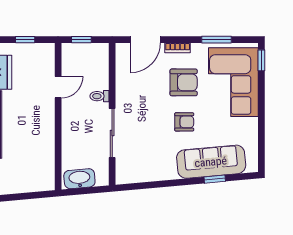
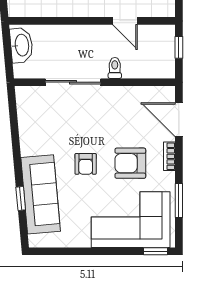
armchair: (184, 82) -> (130, 163), turned 90

